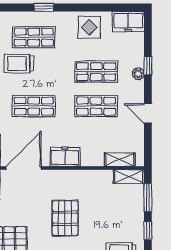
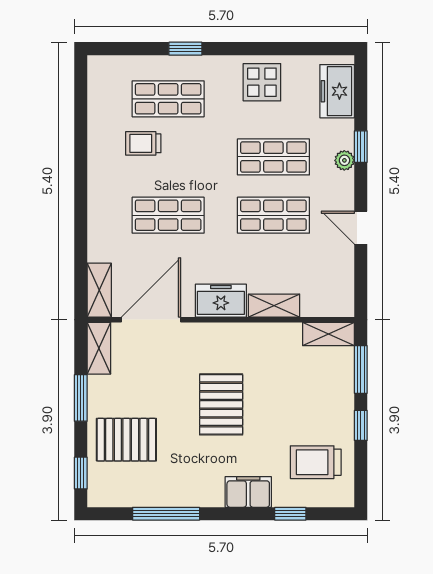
freezer: (128, 22) -> (337, 91), moved, turned 90
trolley: (19, 64) -> (143, 143), width x0.73, depth x0.72
shelving: (120, 160) -> (274, 306), moved

